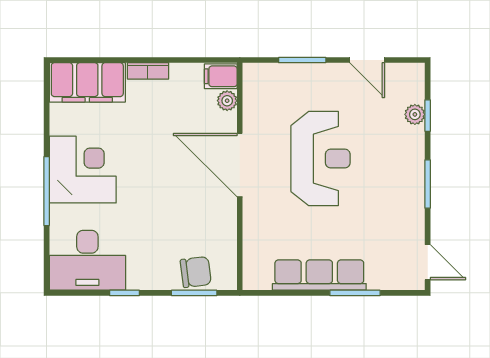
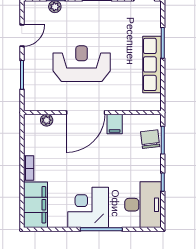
filing cabinet: (221, 76) -> (115, 124), moved

